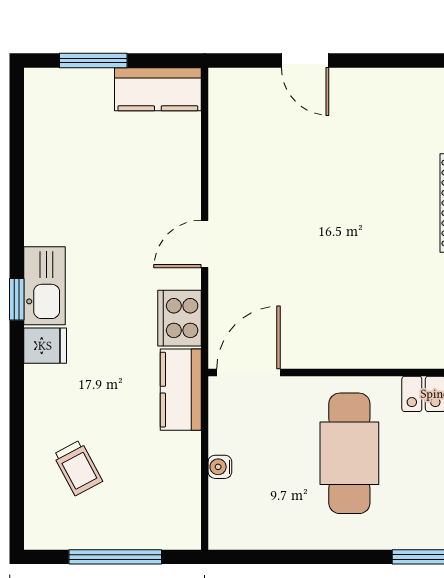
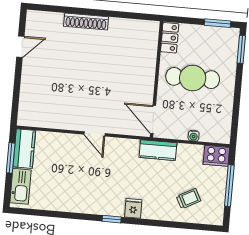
window: (93, 61) -> (11, 158), moved
door: (305, 61) -> (20, 47), moved
kitchen sink: (45, 286) -> (21, 186), moved, turned 90
cooker: (179, 318) -> (216, 156), moved

